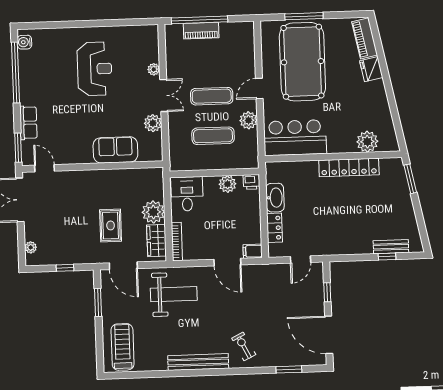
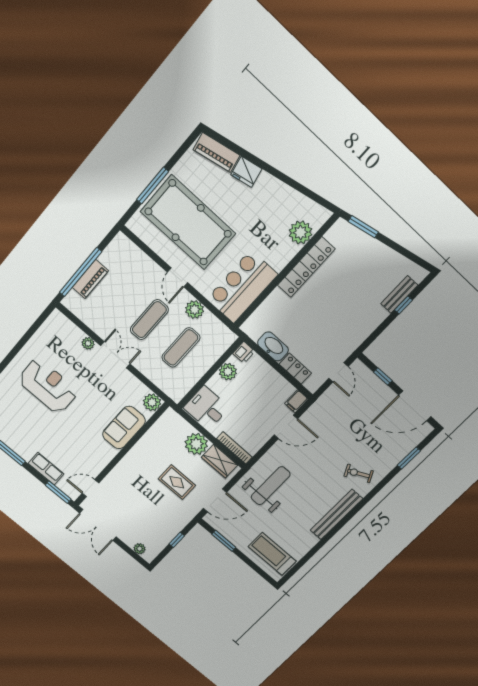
plant: (153, 123) -> (152, 402), moved

